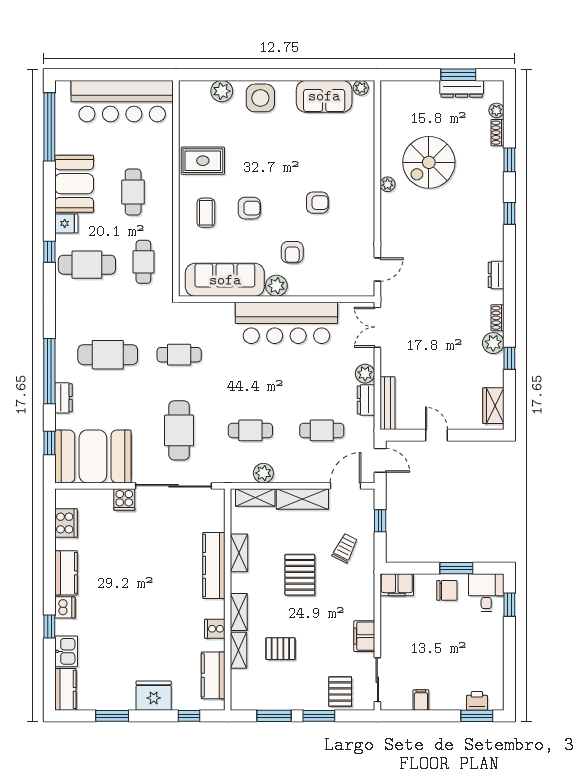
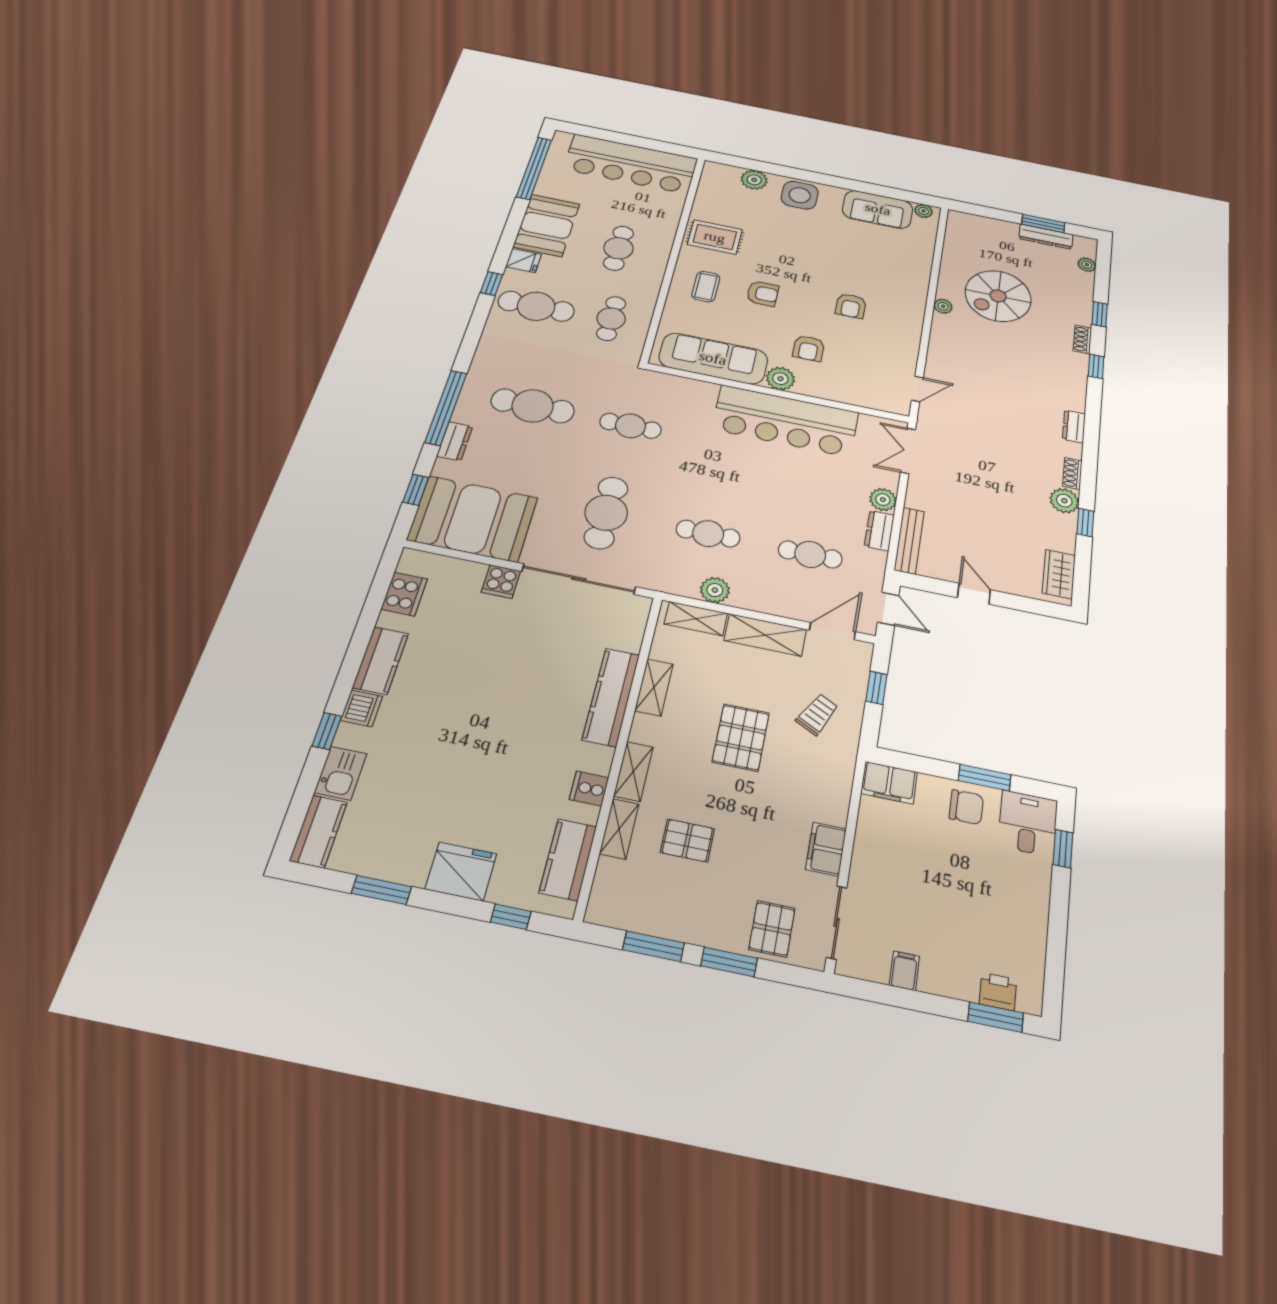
shoe rack: (497, 133) -> (1082, 339), moved
armchair: (317, 203) -> (851, 306), turned 90

